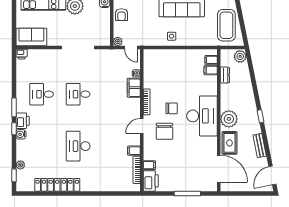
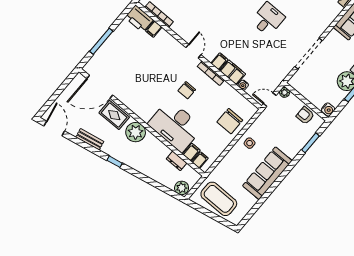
desk: (202, 116) -> (175, 126), moved
chair: (164, 131) -> (230, 121), moved, turned -90
filing cabinet: (134, 151) -> (219, 61), moved

